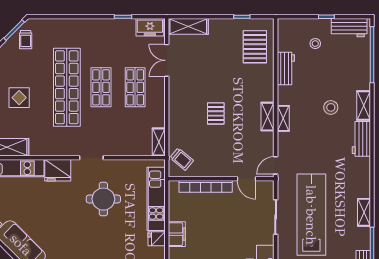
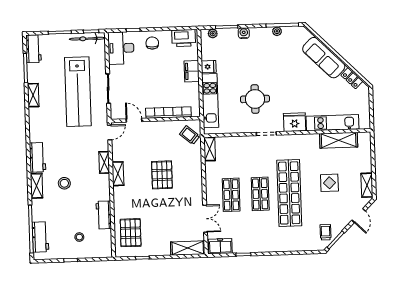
workbench: (349, 28) -> (40, 237), moved, turned 90
pallet: (216, 113) -> (162, 175), width x1.50, depth x1.42
shelving: (283, 118) -> (104, 162), moved

